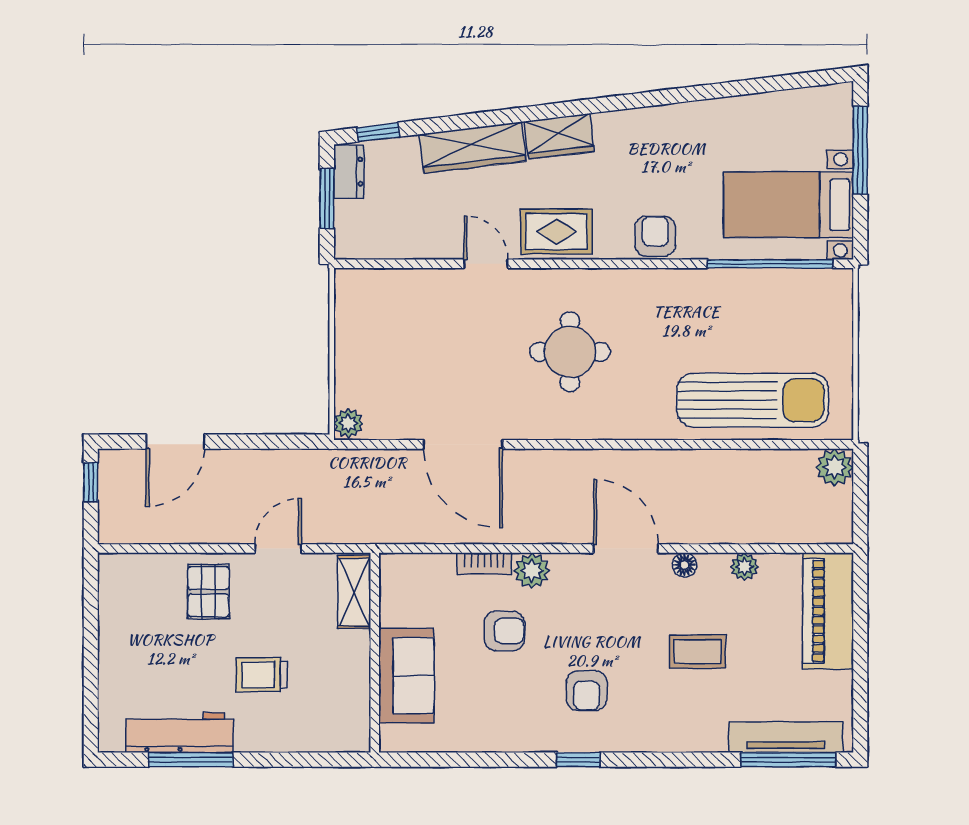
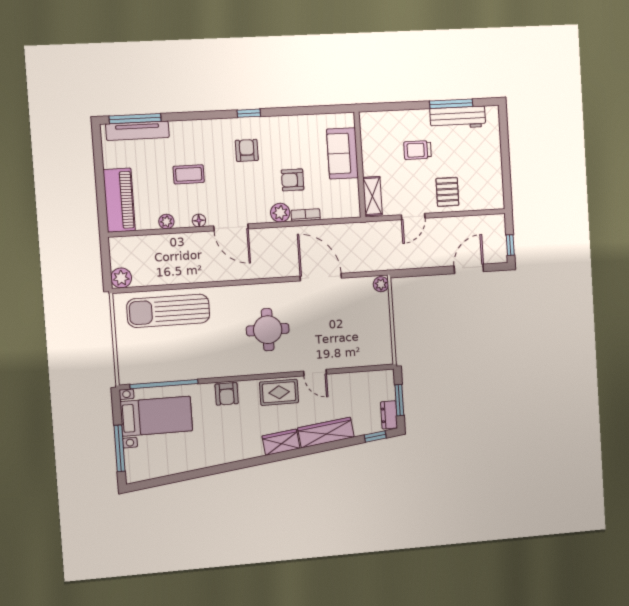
trolley: (262, 675) -> (418, 150), turned 180

